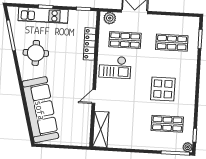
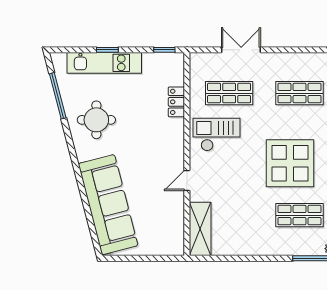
plant: (110, 18) -> (204, 61), removed
locker: (90, 44) -> (176, 102), width x0.66
checkout: (115, 67) -> (216, 135), turned 180
display table: (163, 89) -> (290, 163), width x1.36, depth x1.36

